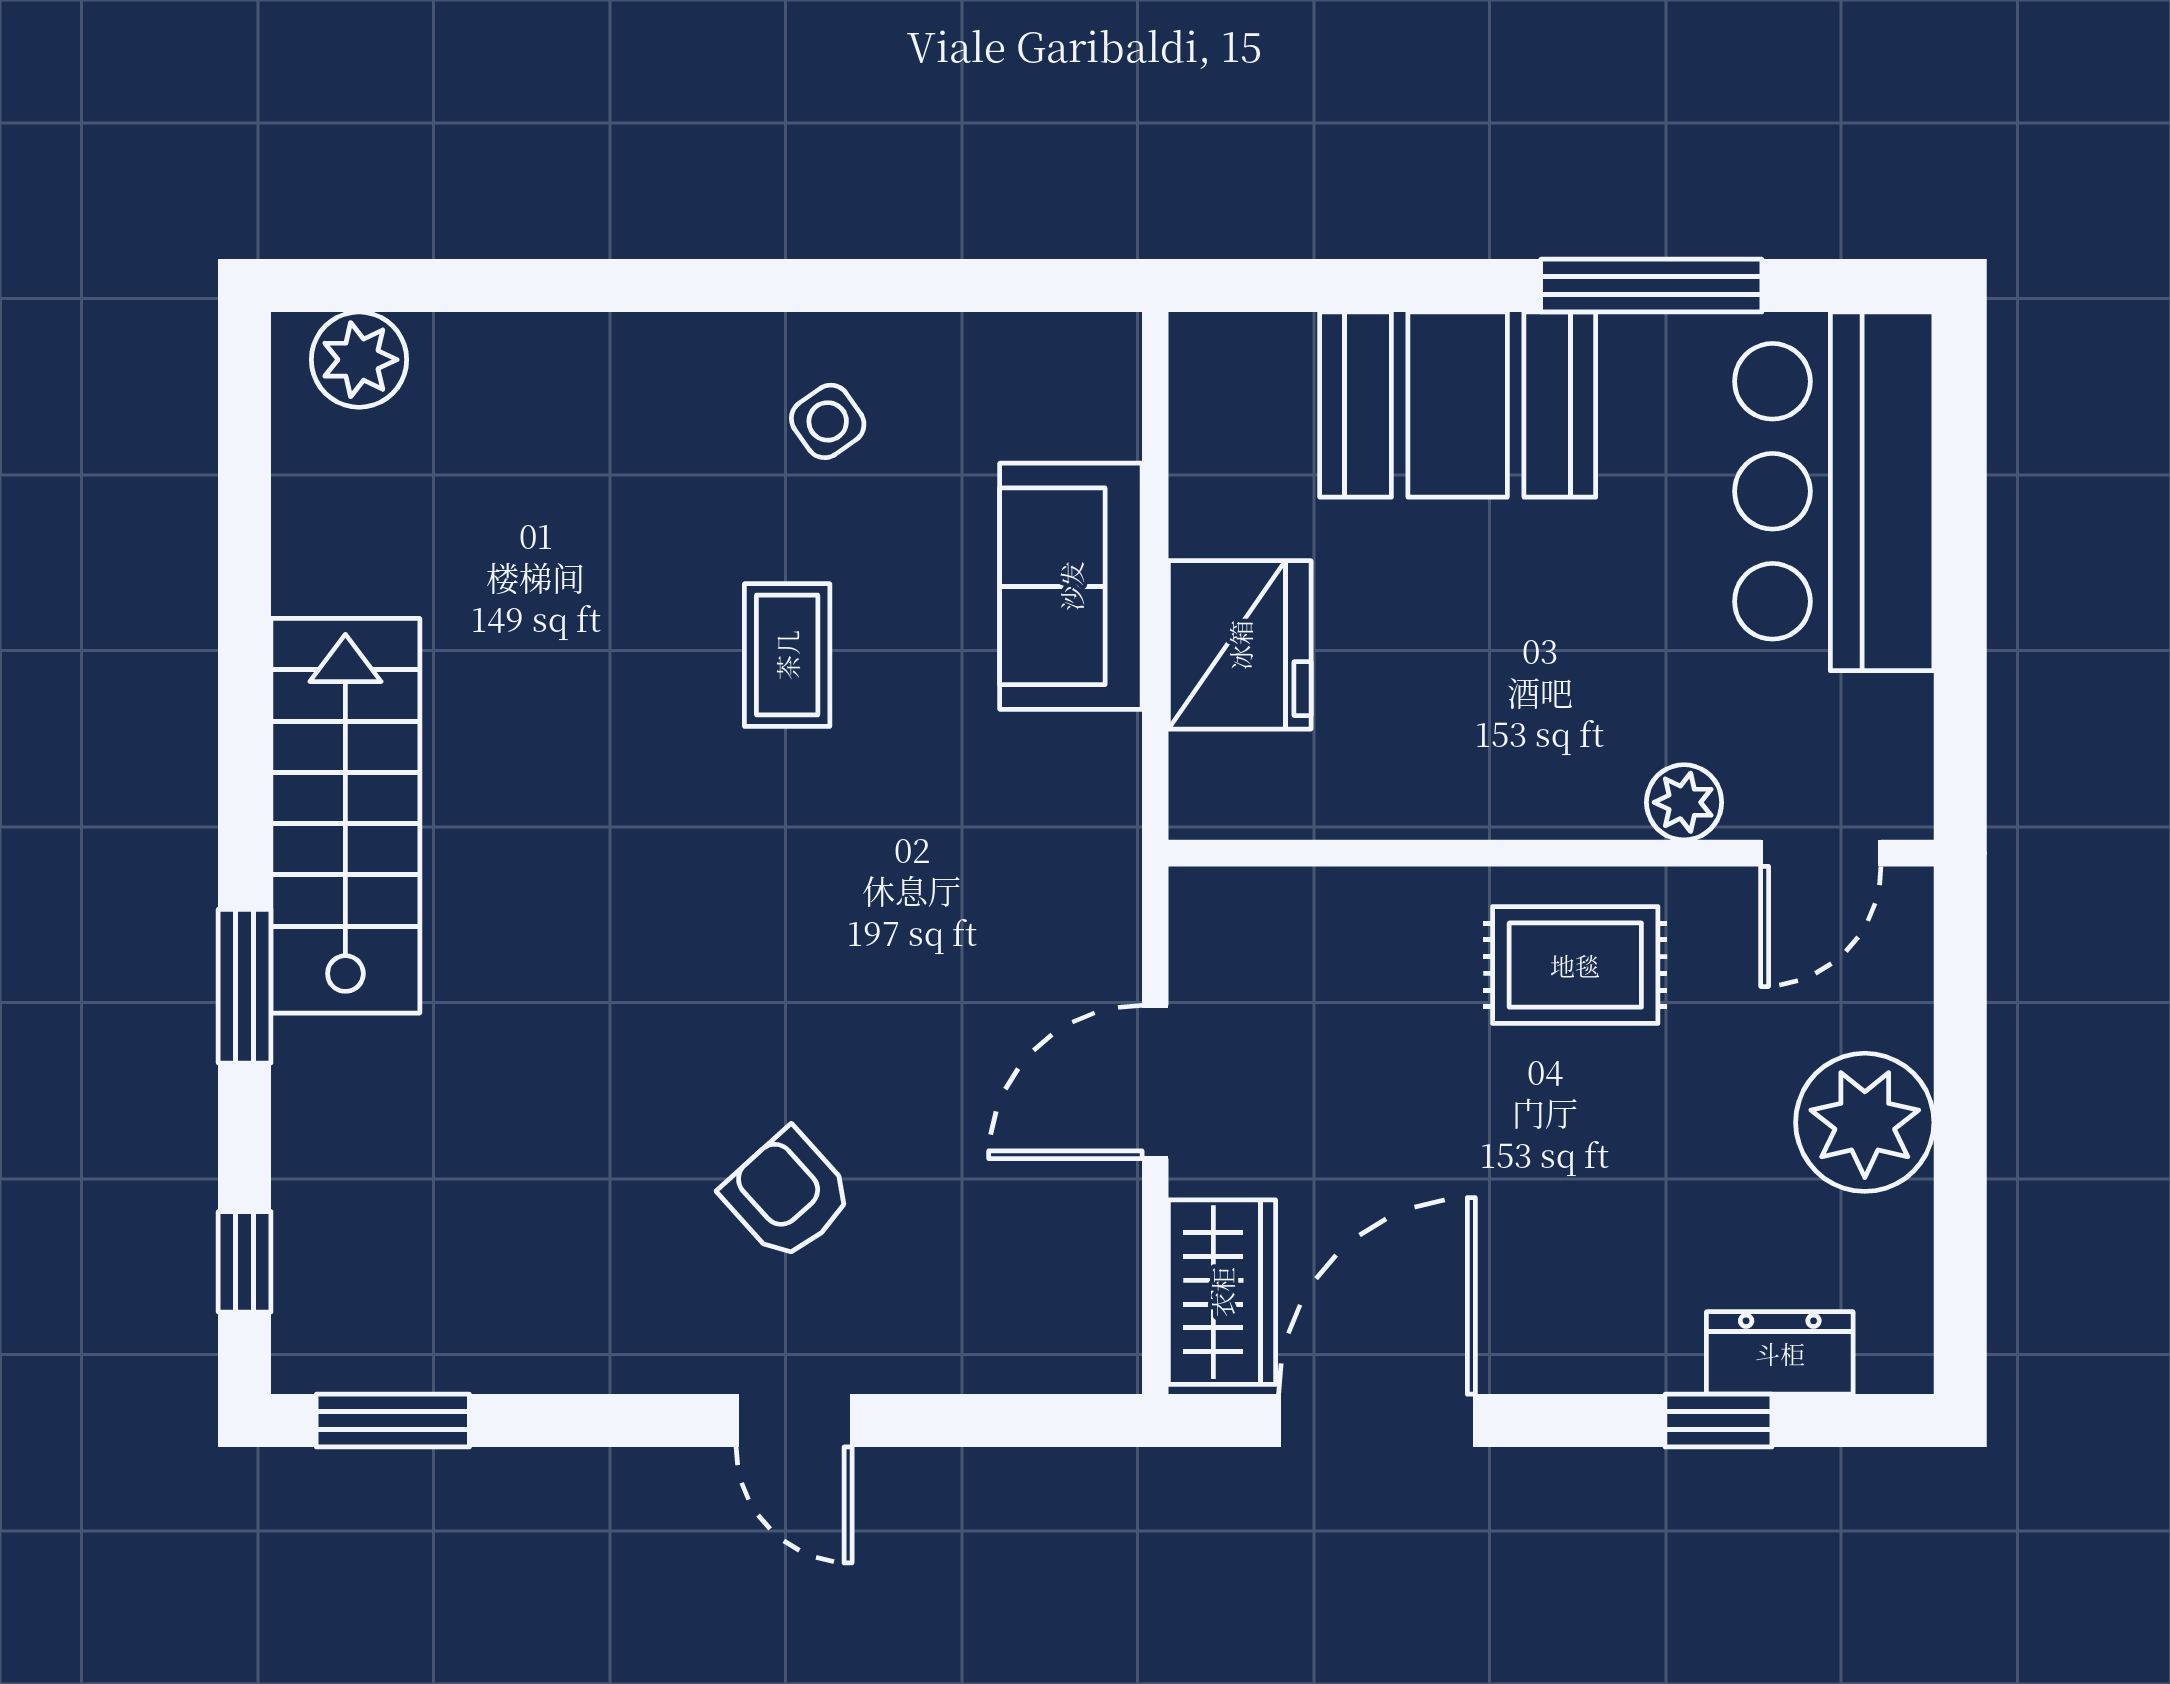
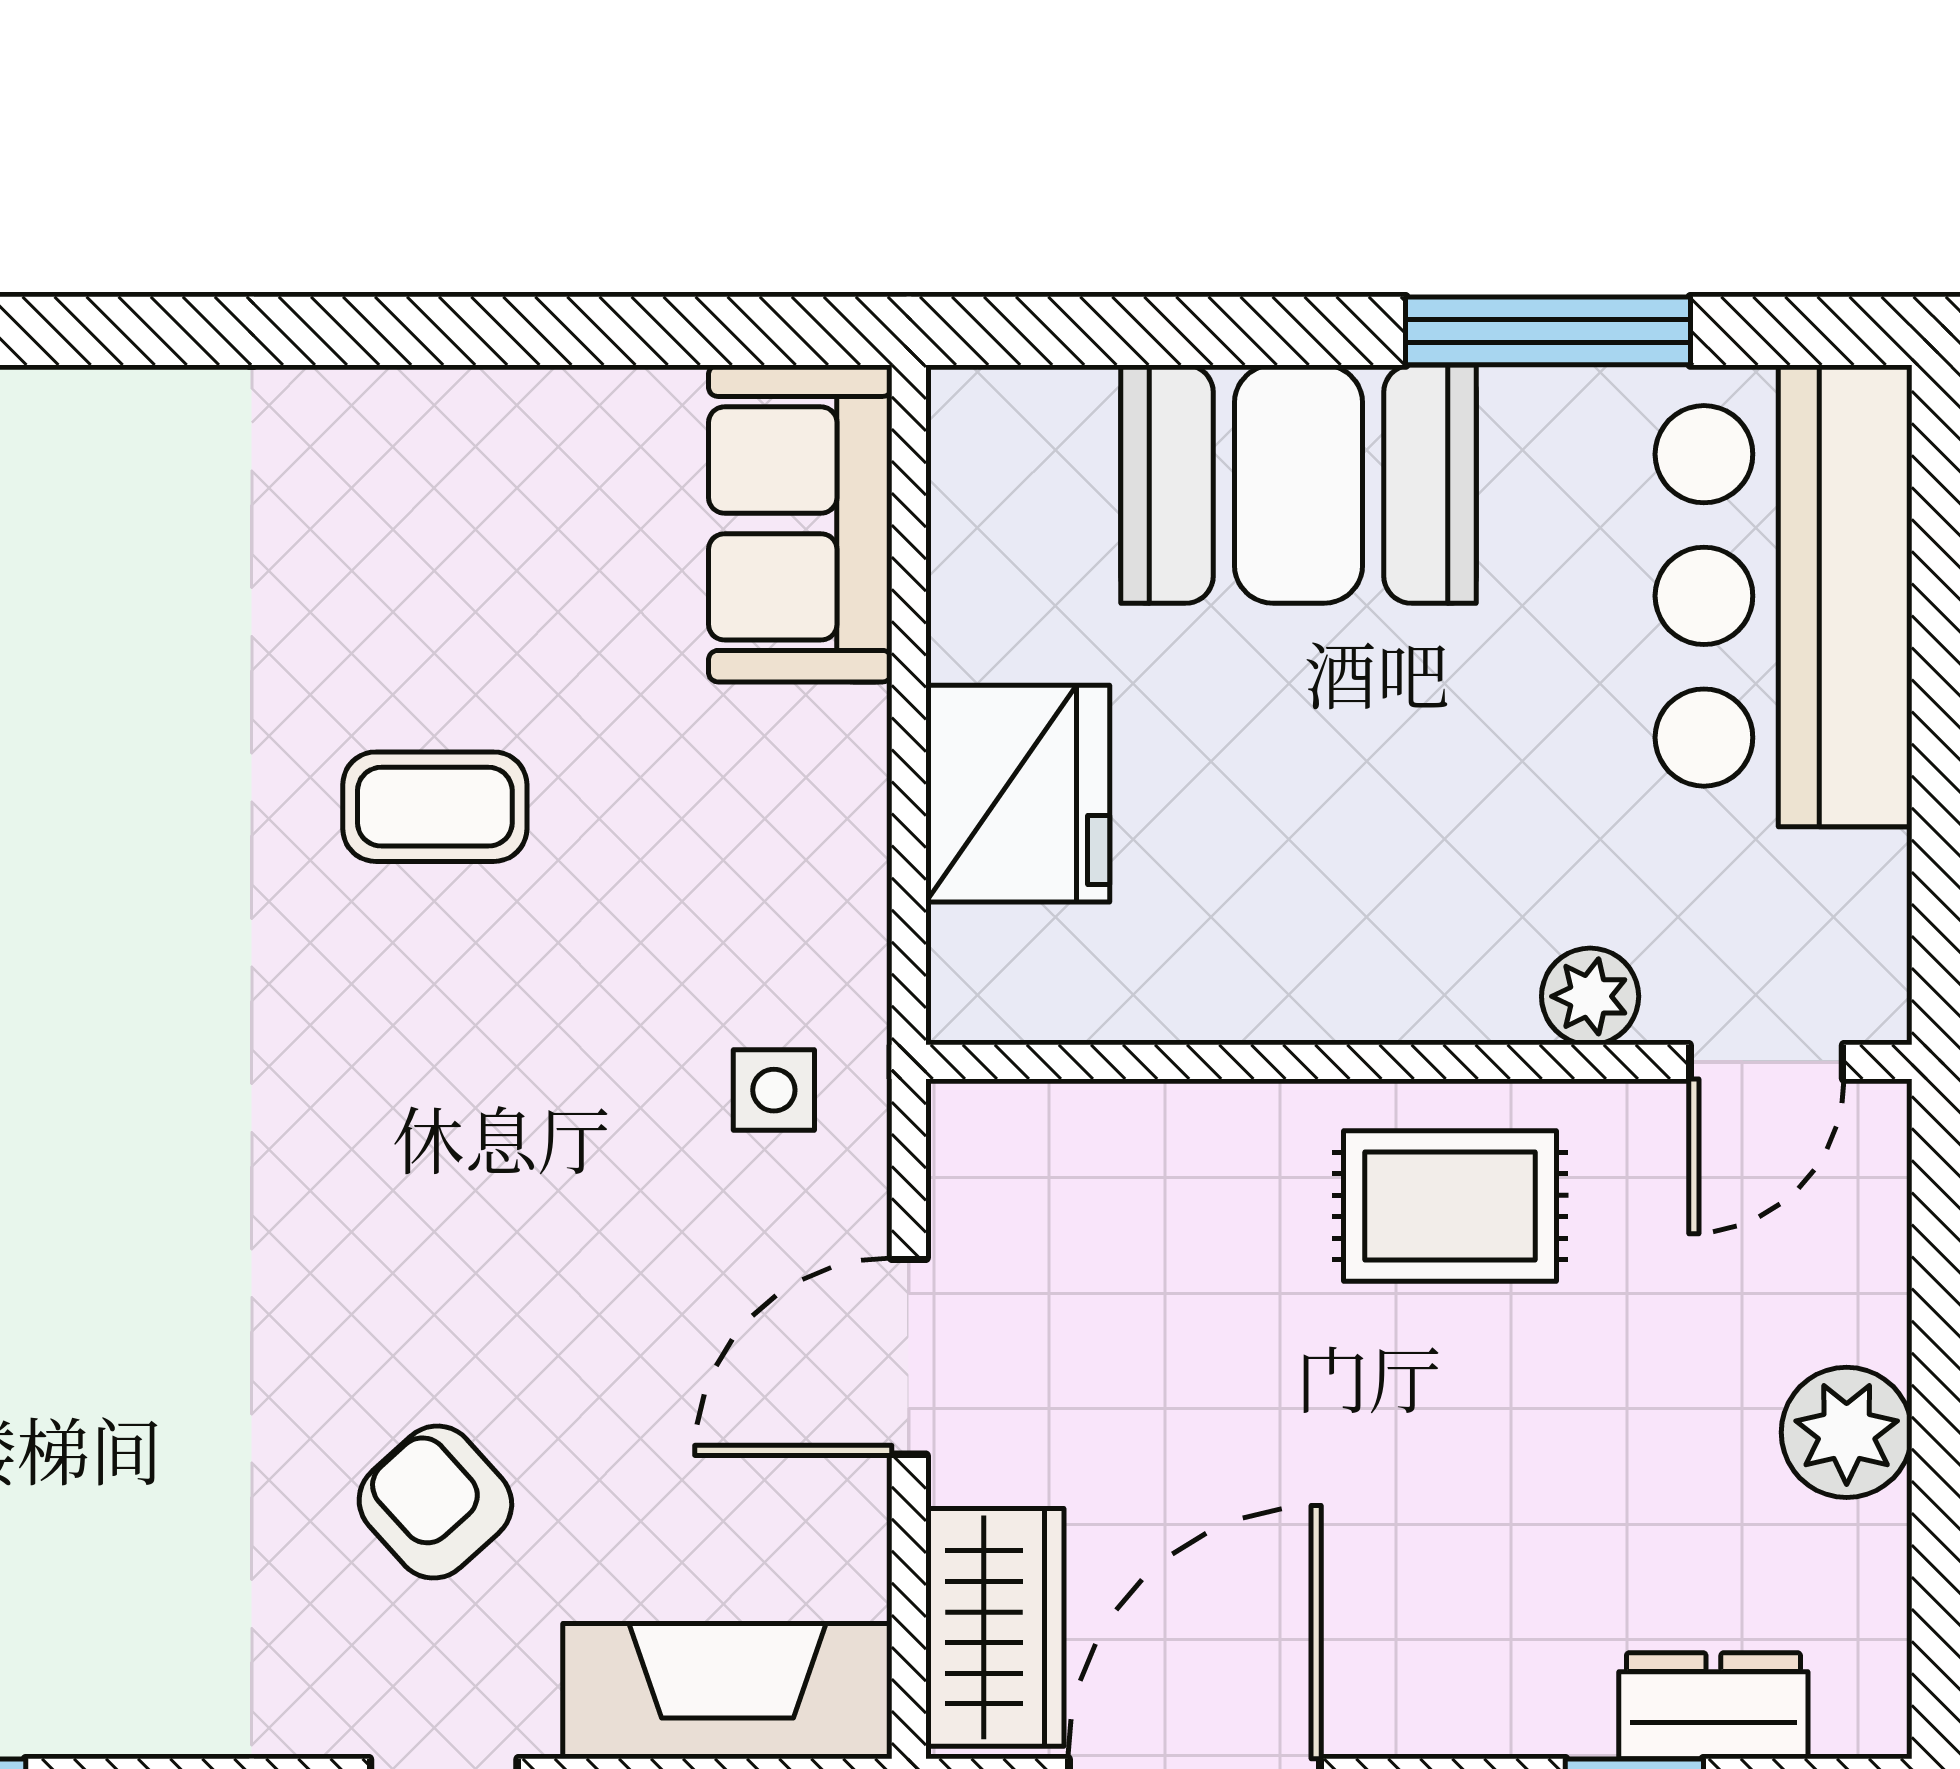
side table: (828, 421) -> (774, 1090), moved, turned 35
sofa: (1071, 586) -> (800, 523), moved
coffee table: (787, 655) -> (435, 807), turned 90
plant: (1865, 1122) -> (1847, 1432), width x0.73, depth x0.73
fireplace: (1014, 1342) -> (727, 1691), added

